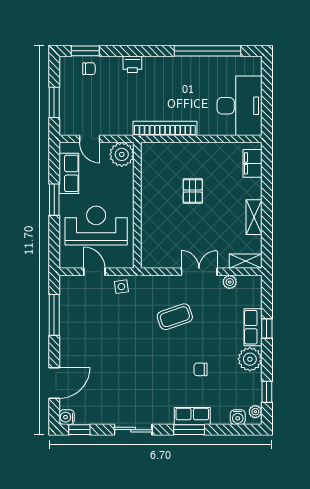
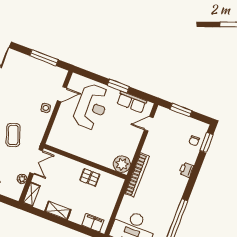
plant: (122, 154) -> (122, 164), moved
wall: (137, 205) -> (85, 162), moved

